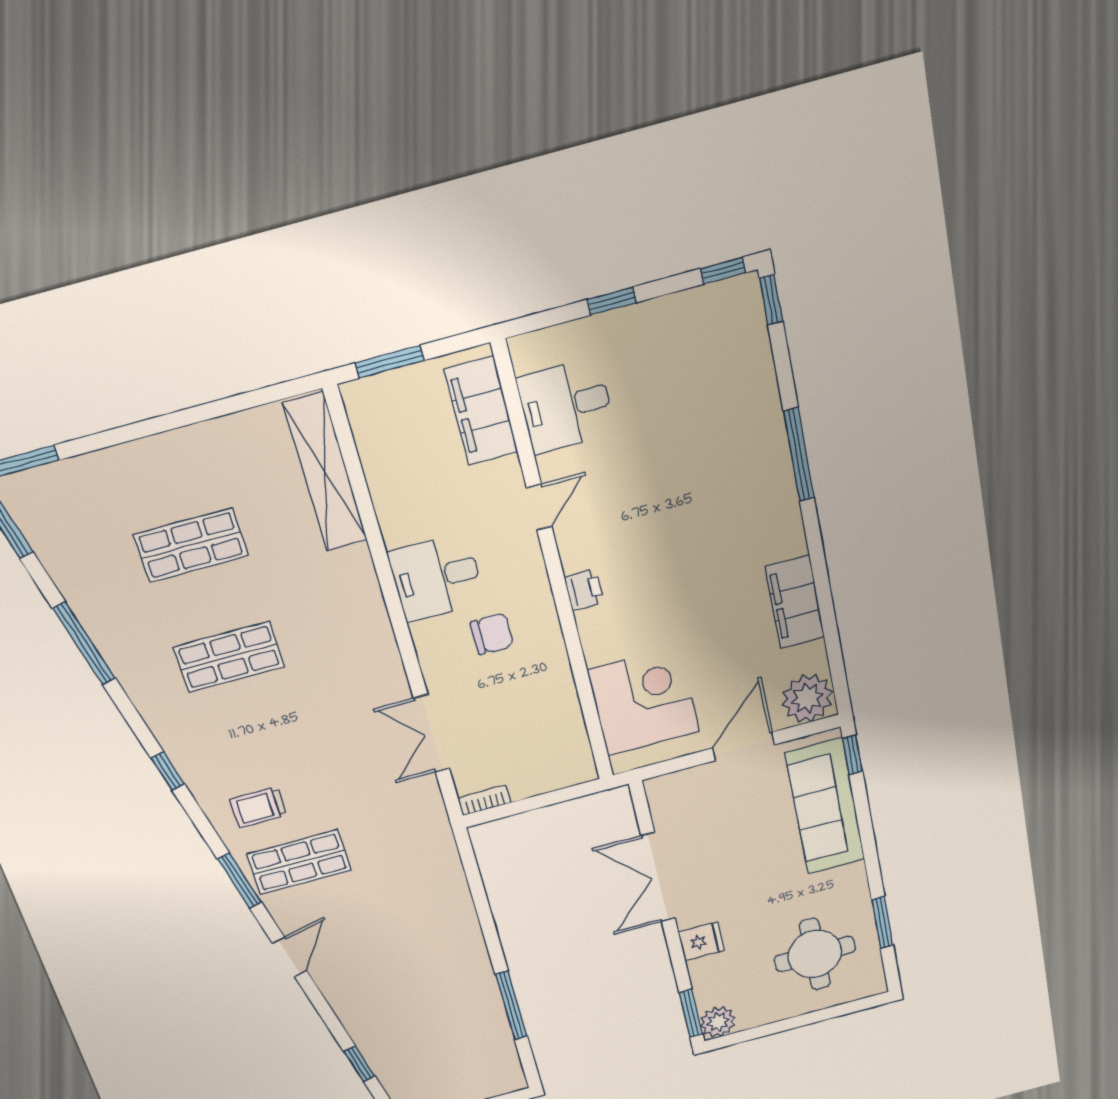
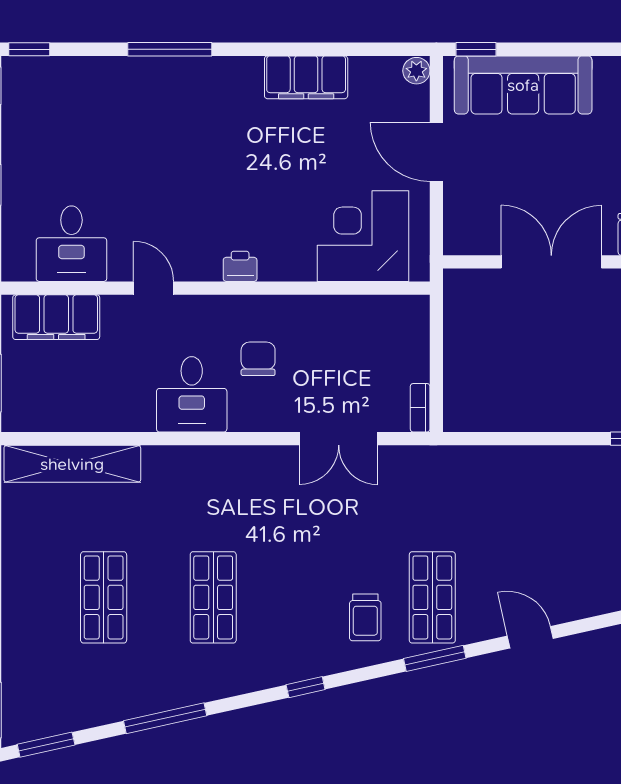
plant: (807, 698) -> (416, 71), width x0.53, depth x0.53
double door: (658, 877) -> (551, 262), swing flipped

